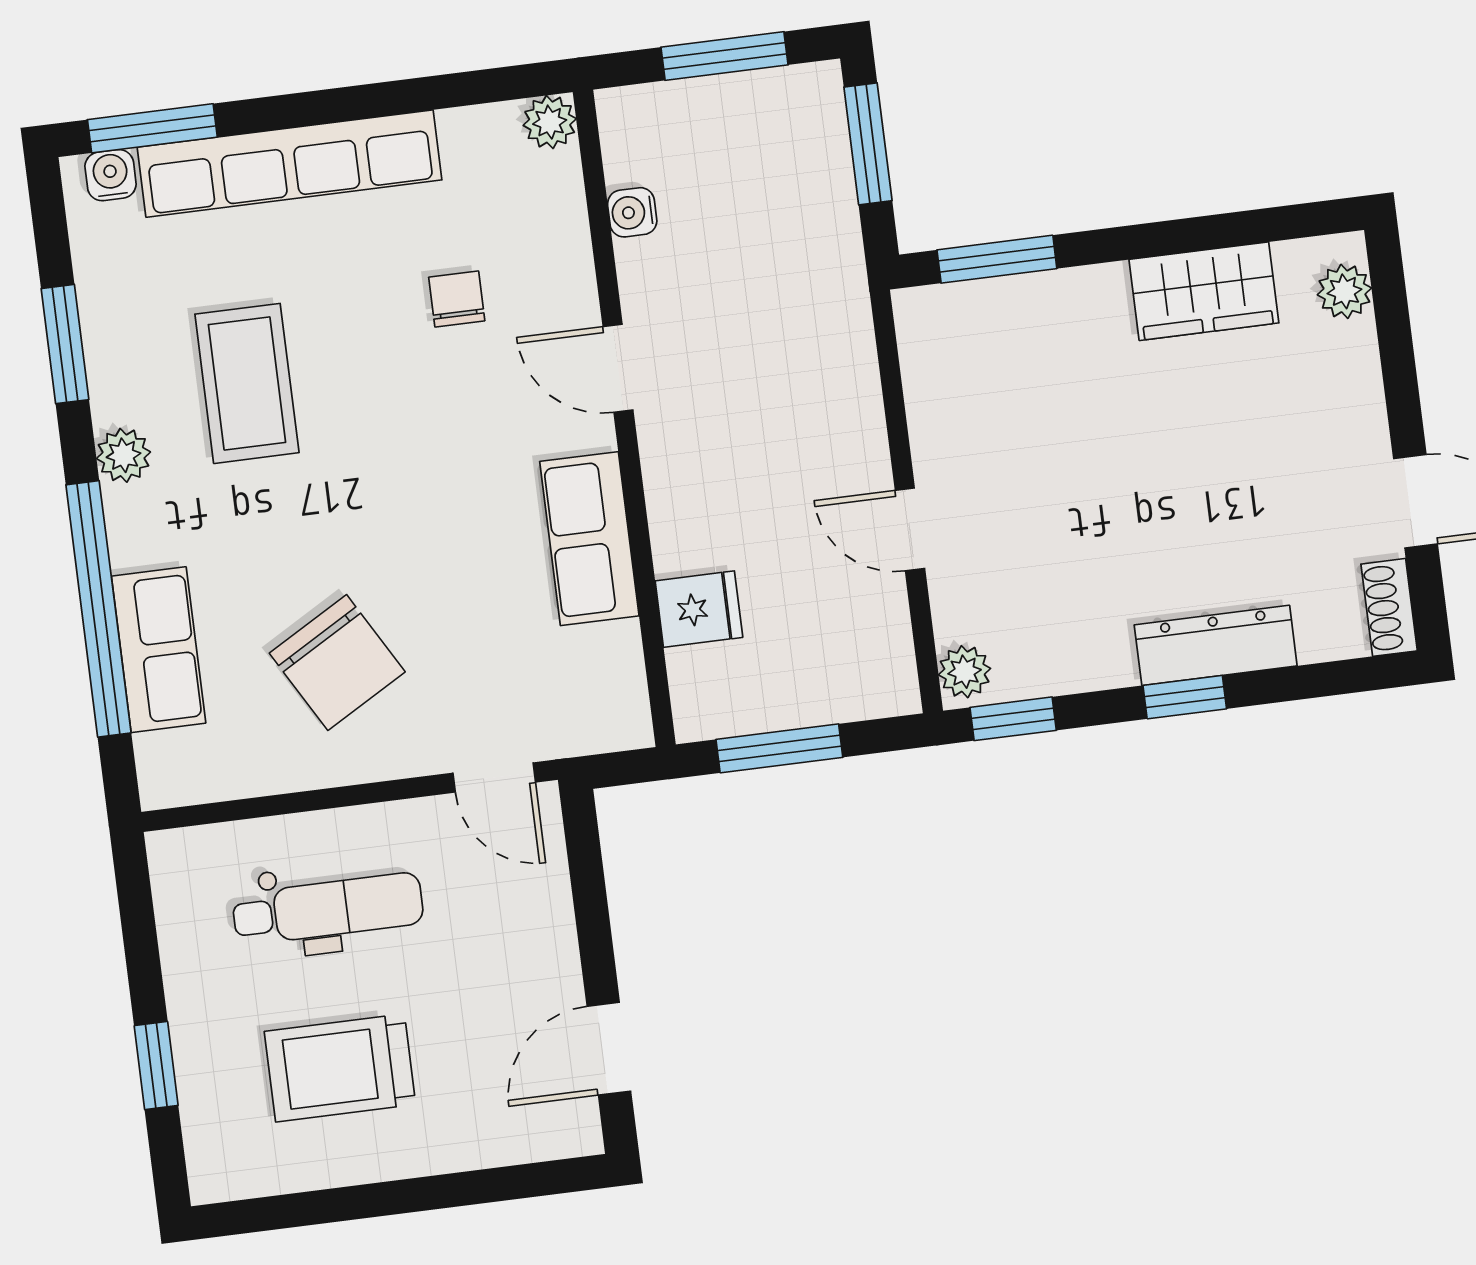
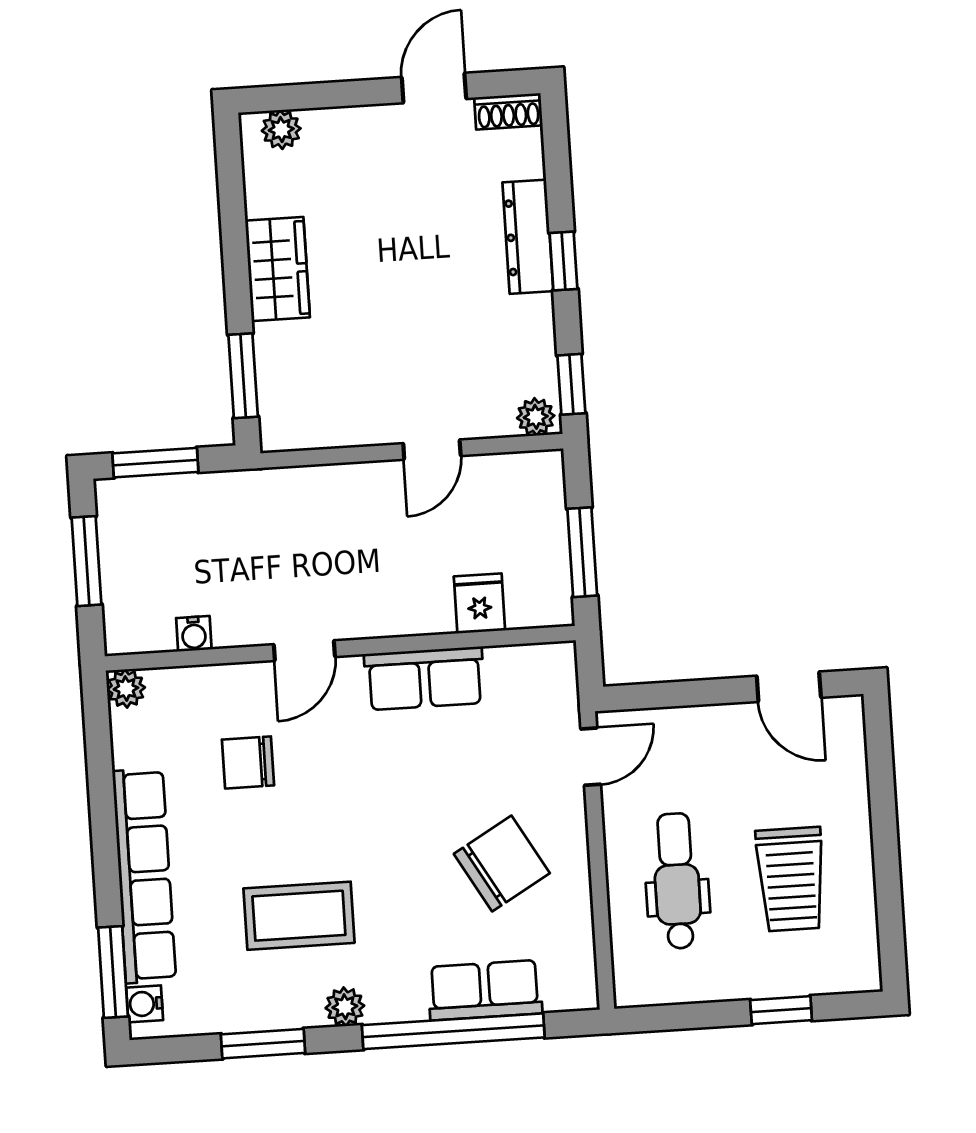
wardrobe: (1204, 291) -> (278, 269), moved
chair: (457, 299) -> (248, 762), width x1.37, depth x1.37

